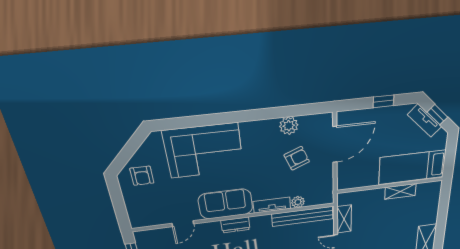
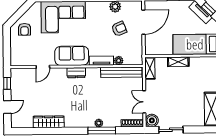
shelving: (400, 191) -> (178, 62), moved
shelving: (344, 219) -> (150, 68), moved

